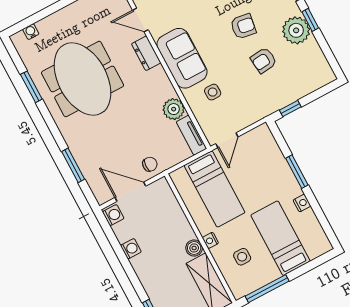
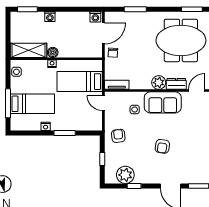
window: (310, 20) -> (134, 186), moved
plant: (296, 30) -> (125, 175), moved
armchair: (264, 60) -> (118, 136), moved
window: (290, 108) -> (102, 159), moved
plant: (174, 109) -> (159, 83), moved
washing machine: (131, 249) -> (50, 17), moved
side table: (242, 257) -> (16, 72), moved
window: (267, 289) -> (8, 103), moved

